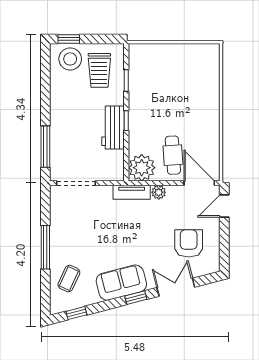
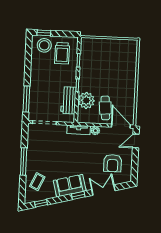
workbench: (113, 127) -> (68, 100), moved
plant: (142, 168) -> (86, 100), moved
armchair: (189, 243) -> (113, 163), turned 180

